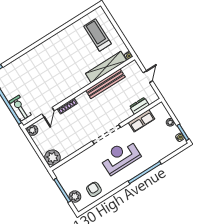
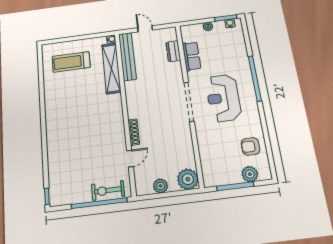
bench: (105, 84) -> (127, 56), moved
door: (48, 112) -> (130, 159), hinge flipped
plant: (32, 130) -> (161, 186), moved

